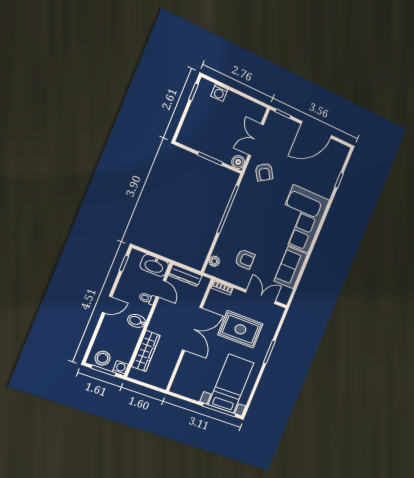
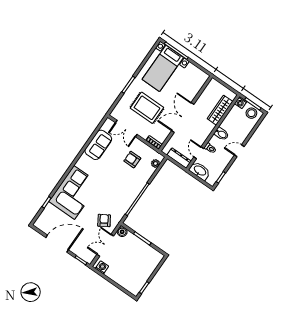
washing machine: (219, 93) -> (102, 267), moved
double door: (256, 140) -> (105, 245), swing flipped
corner sofa: (301, 219) -> (74, 192), moved

